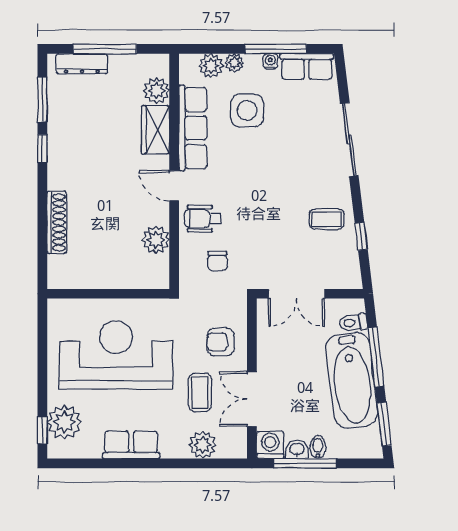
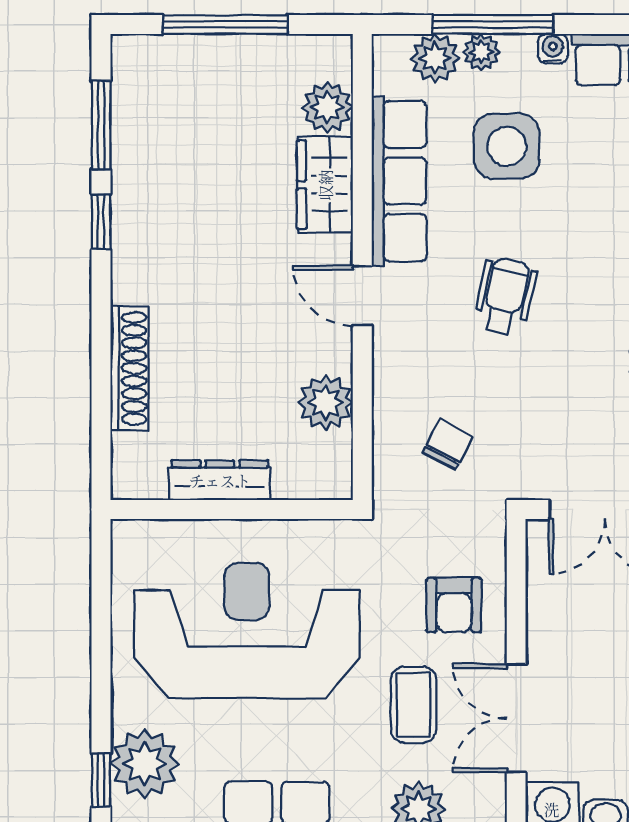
window: (276, 49) -> (493, 25), moved
dresser: (82, 64) -> (220, 480), moved, turned 180
wheelchair: (203, 219) -> (505, 296), moved, turned 103
chair: (217, 261) -> (448, 444), turned -152
armchair: (221, 342) -> (454, 605), turned -90

